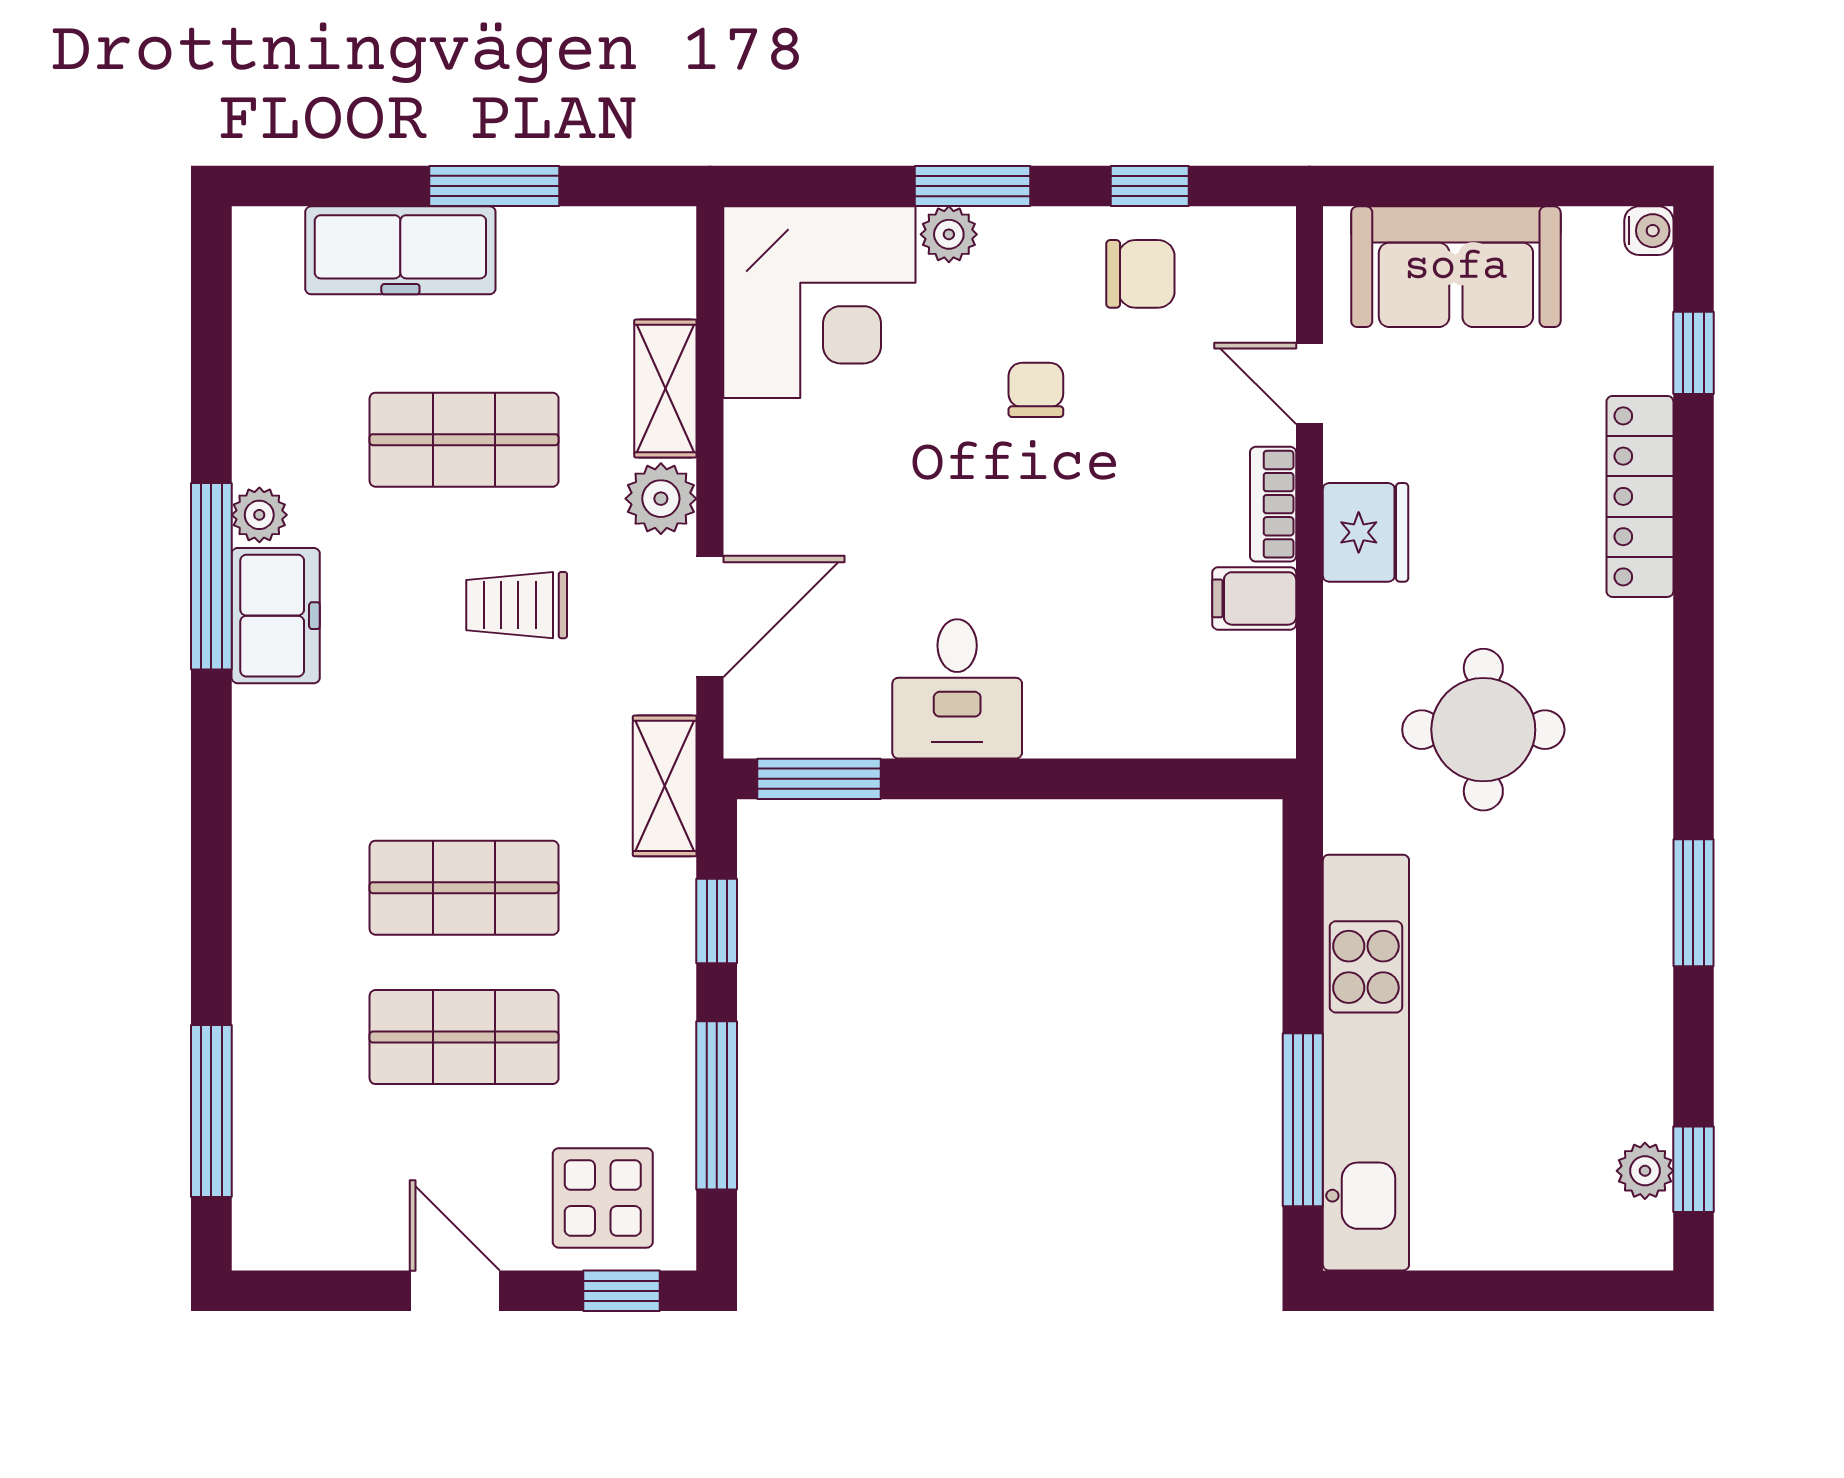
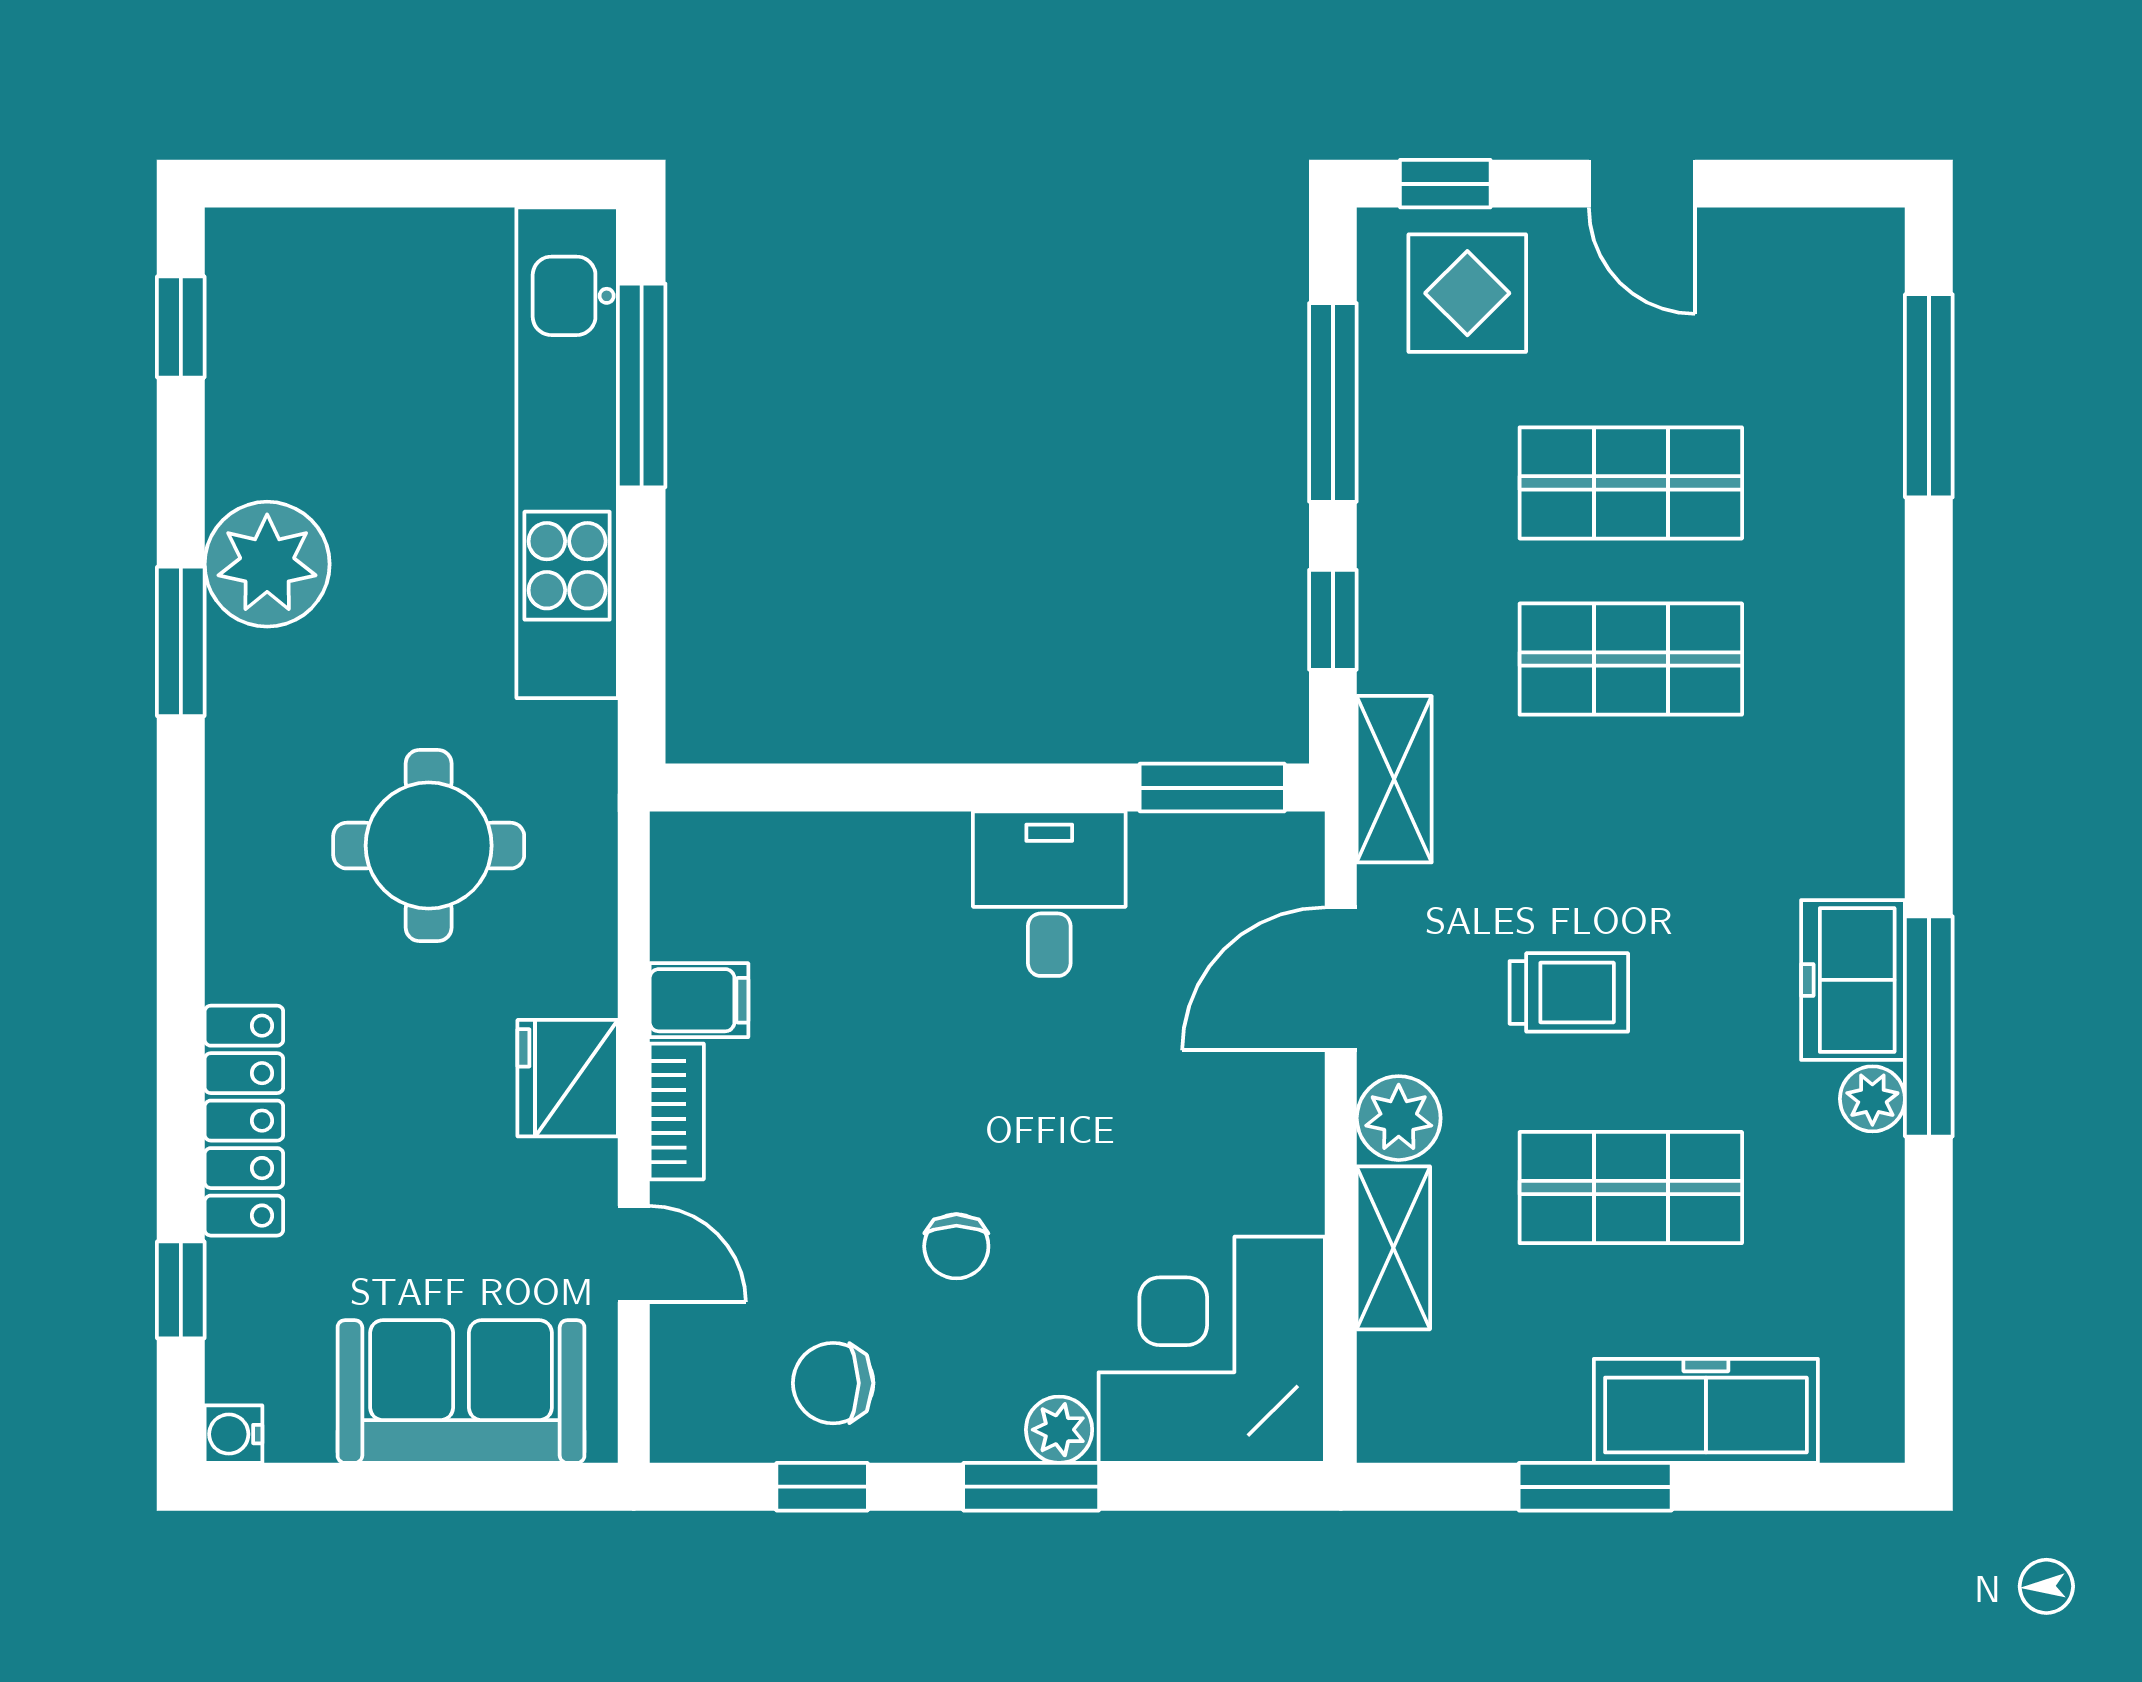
plant: (1645, 1171) -> (267, 564), moved, width x1.88, depth x1.88

